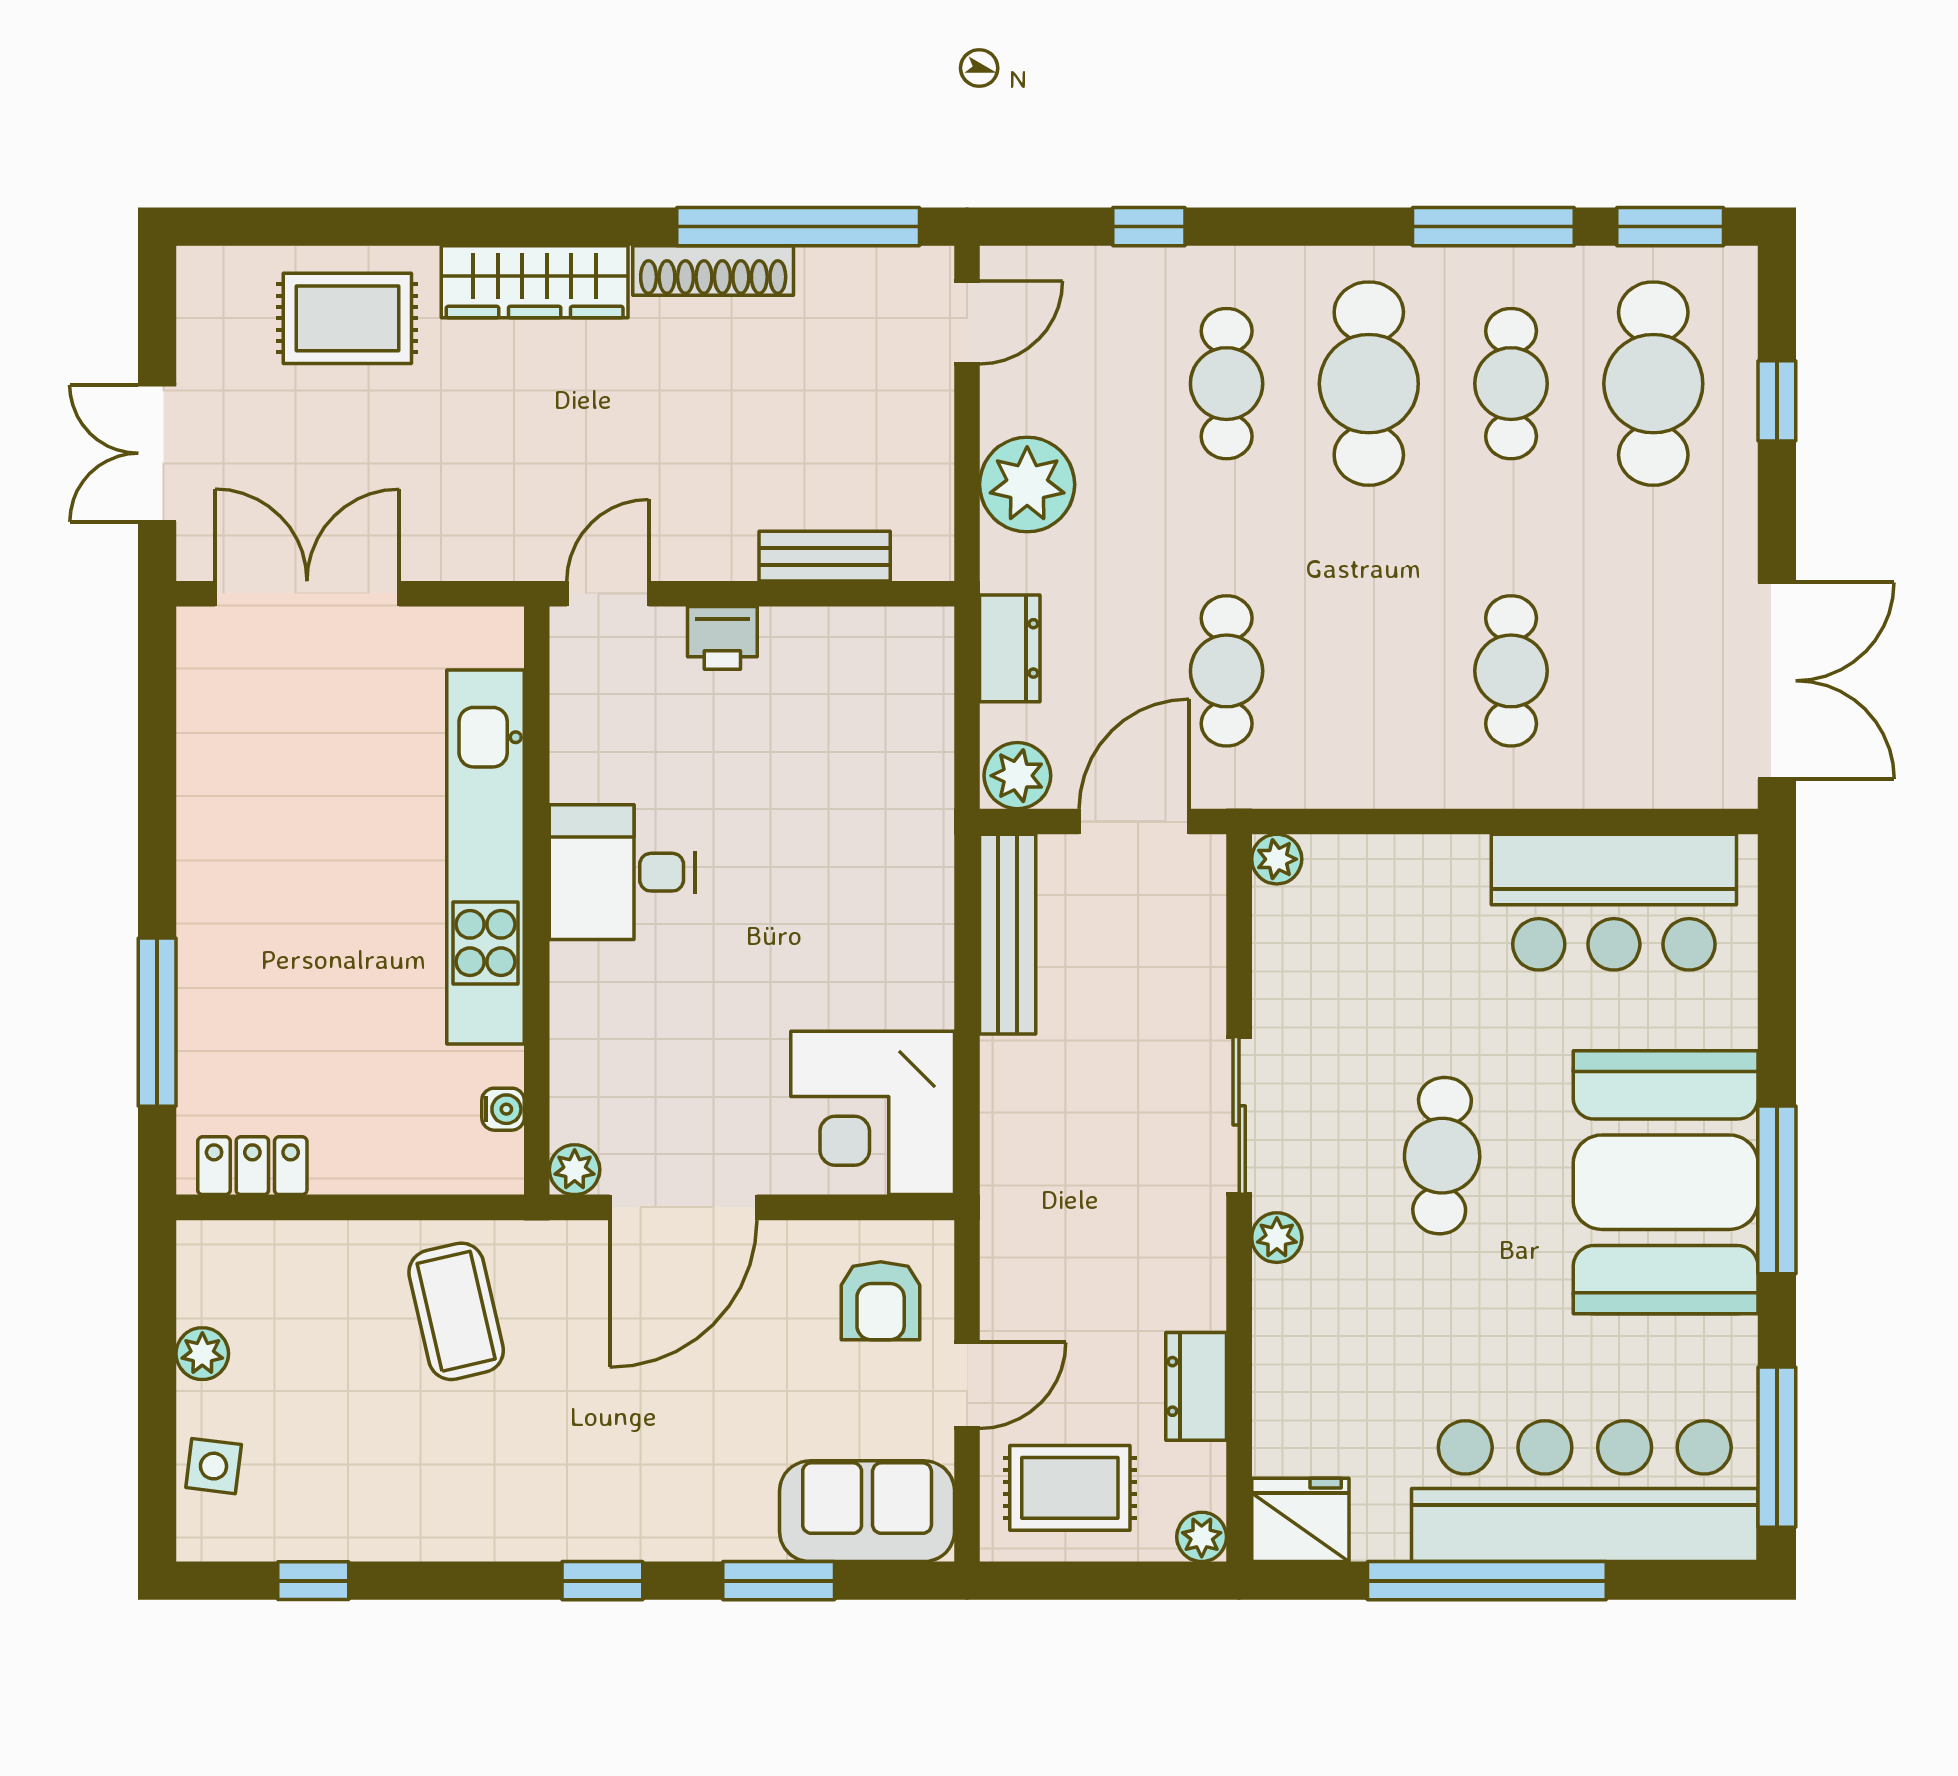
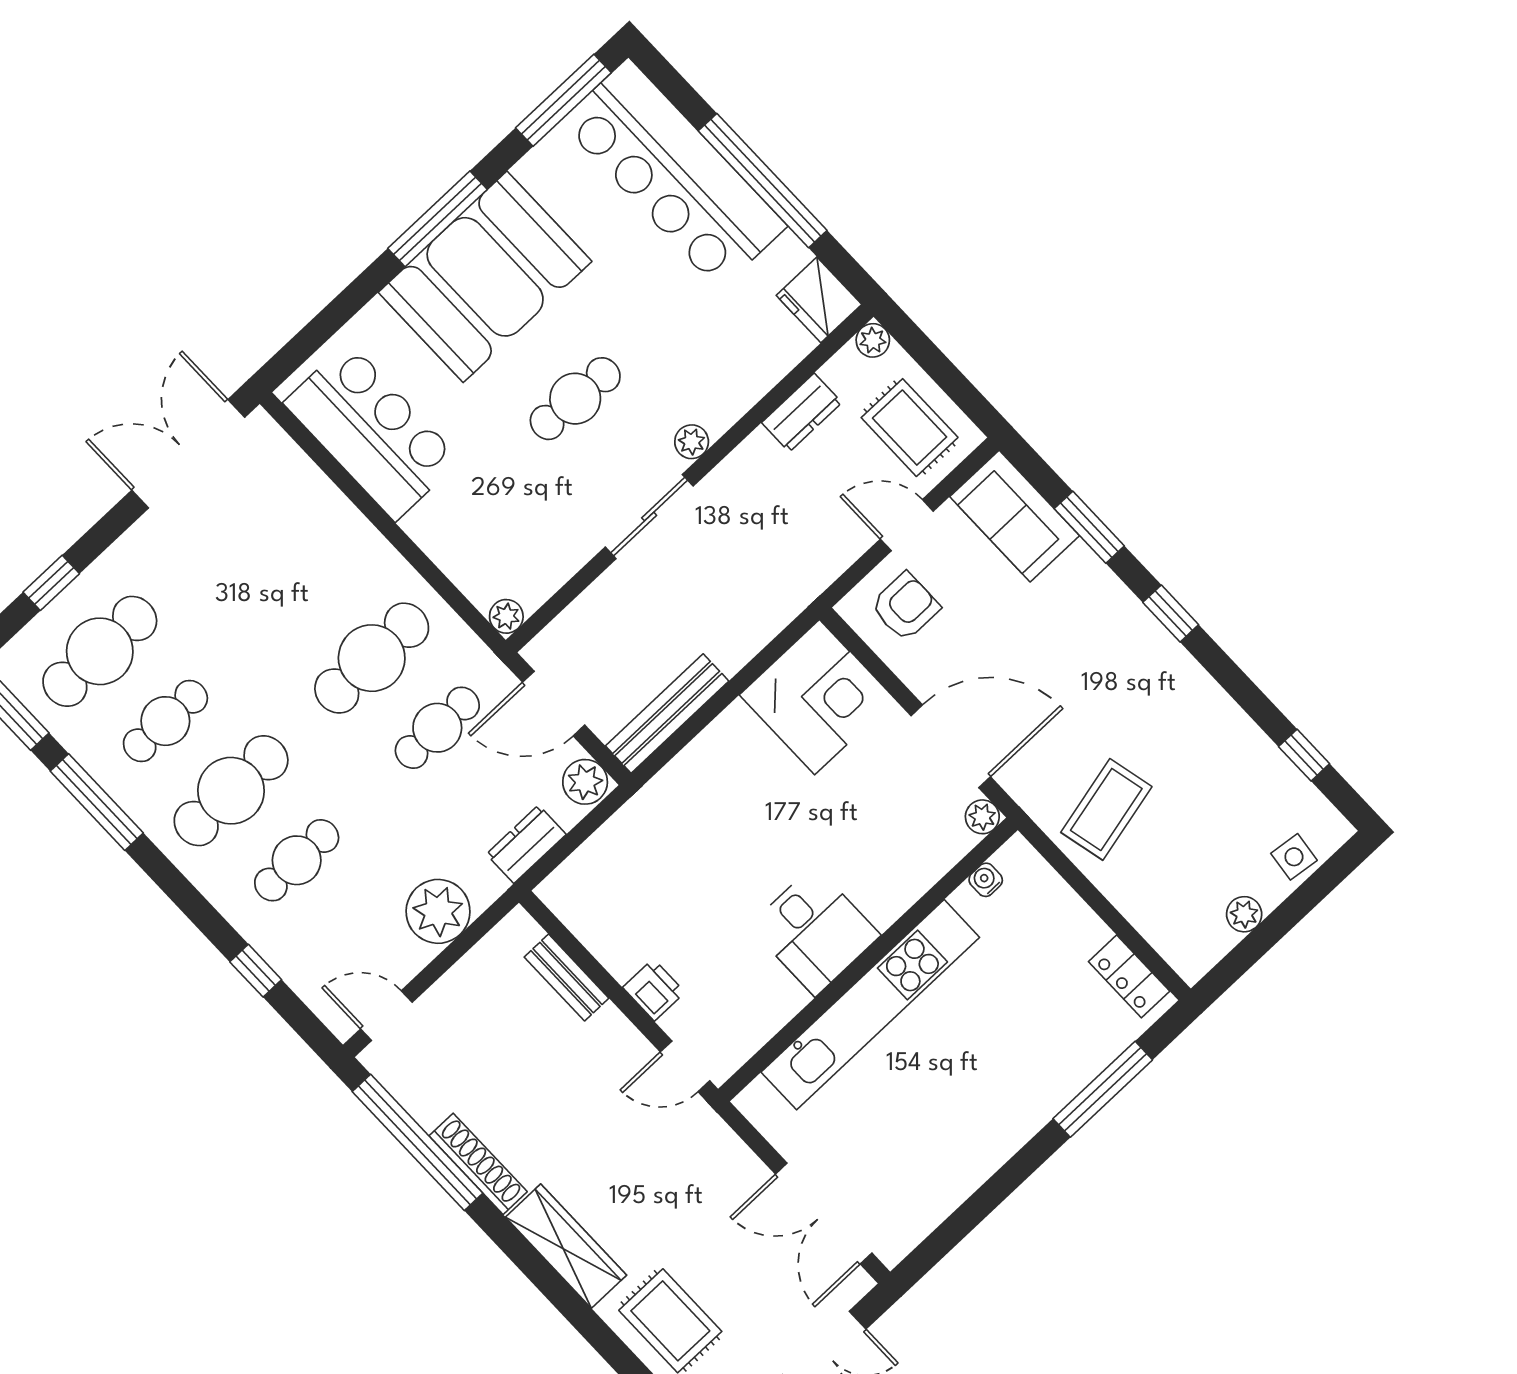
cafe table: (1511, 671) -> (372, 658), moved, width x1.37, depth x1.35

